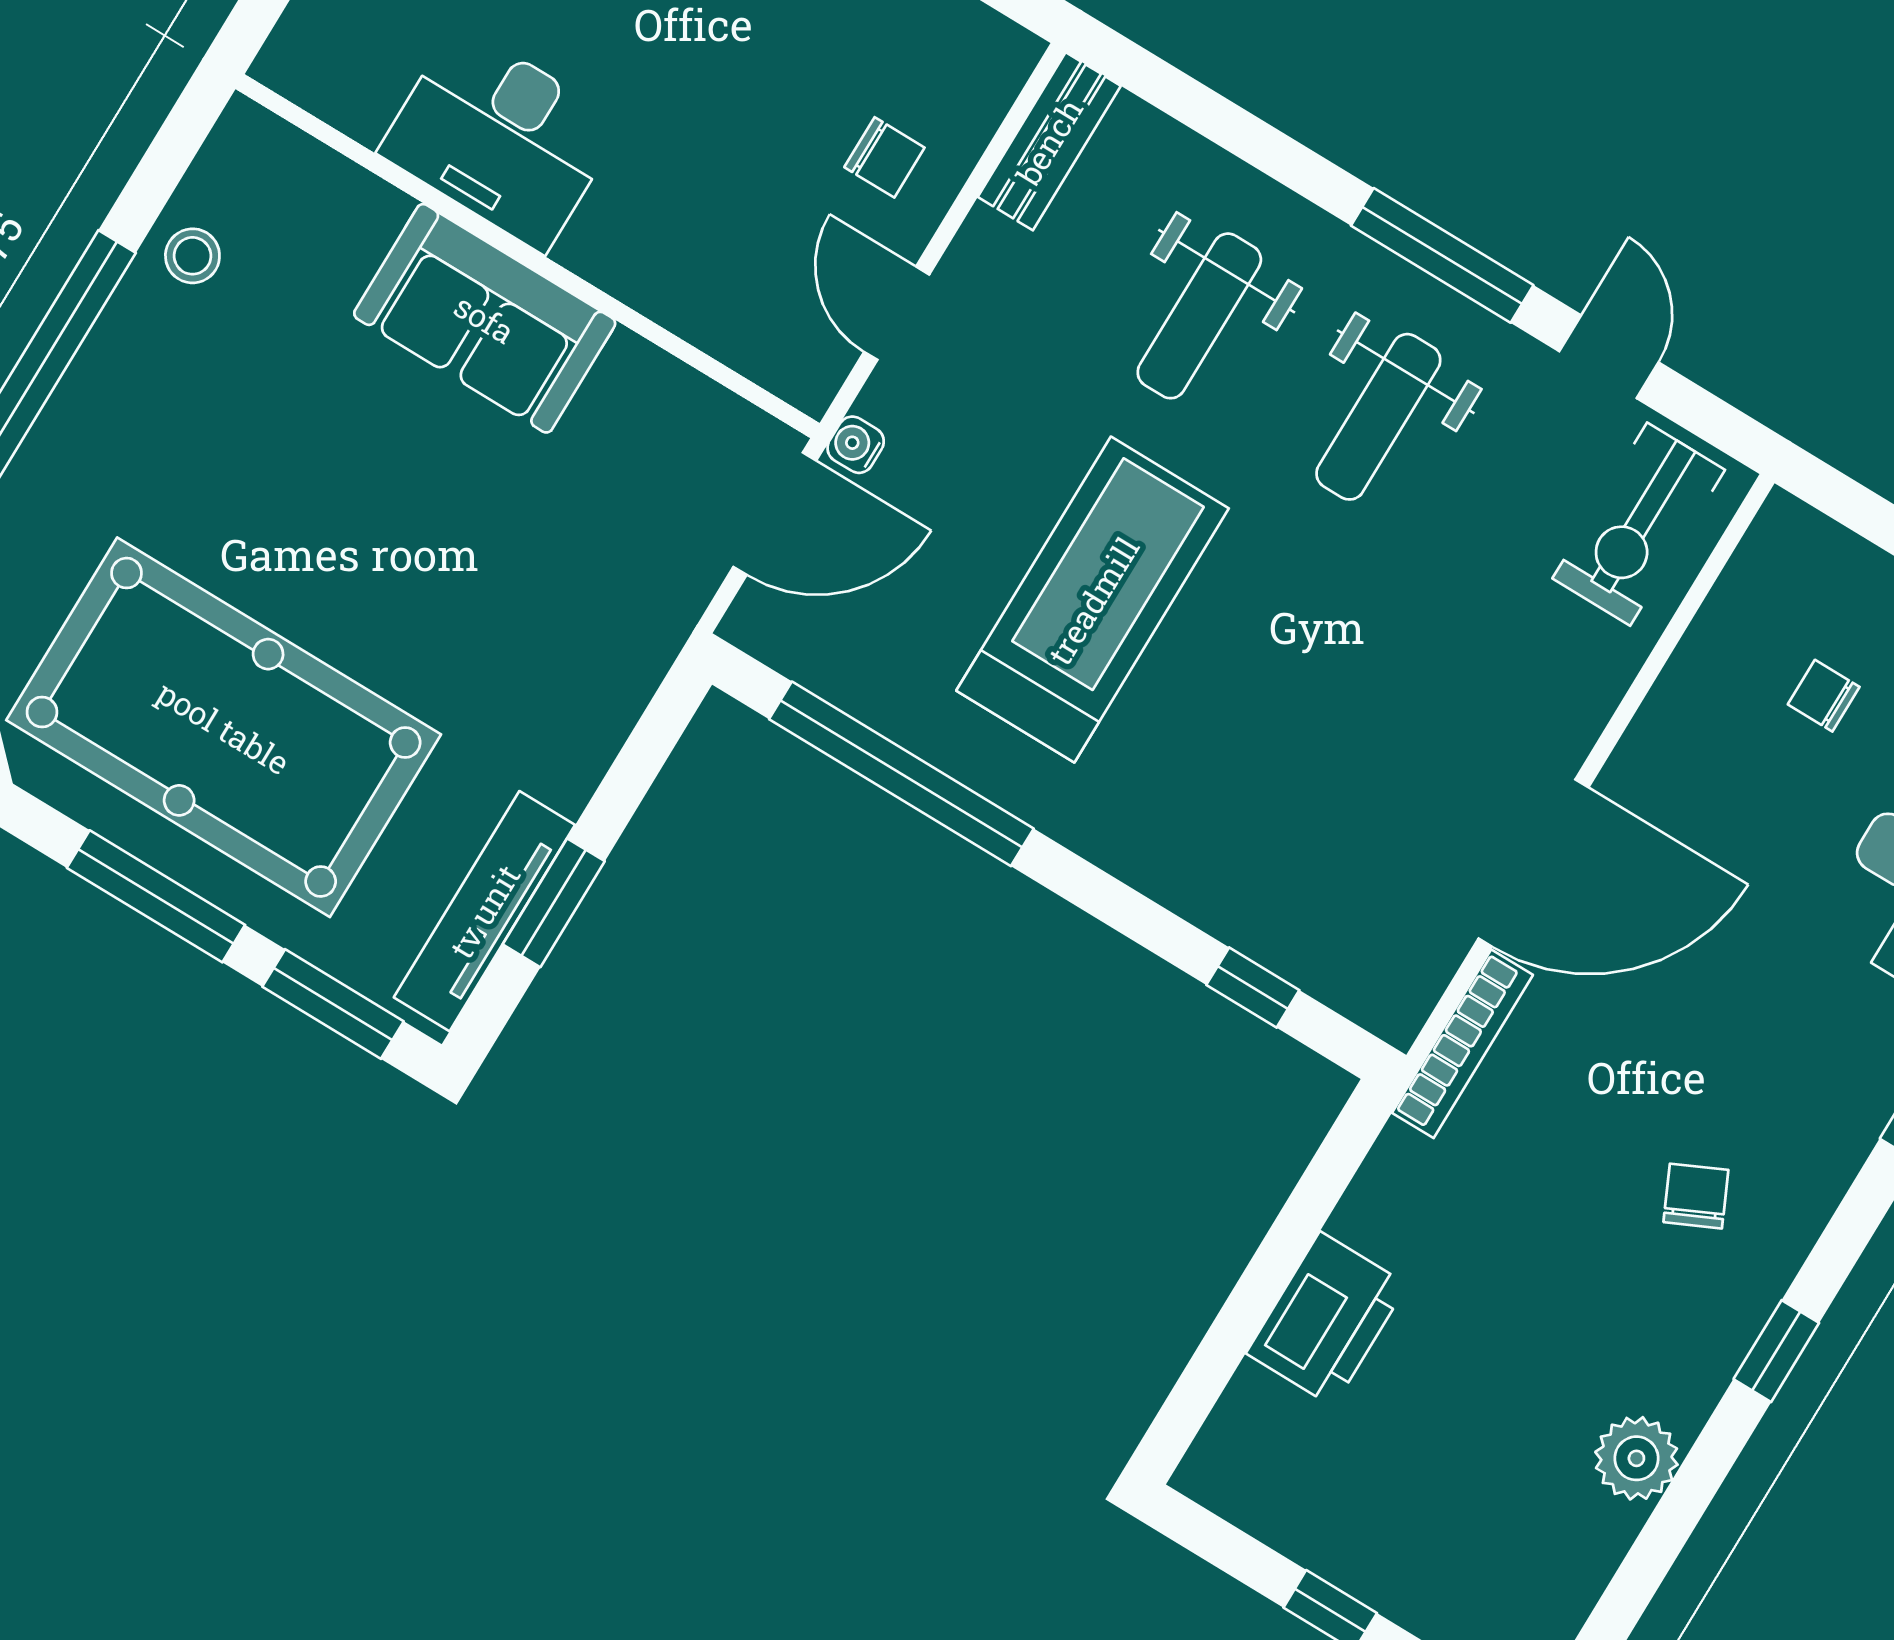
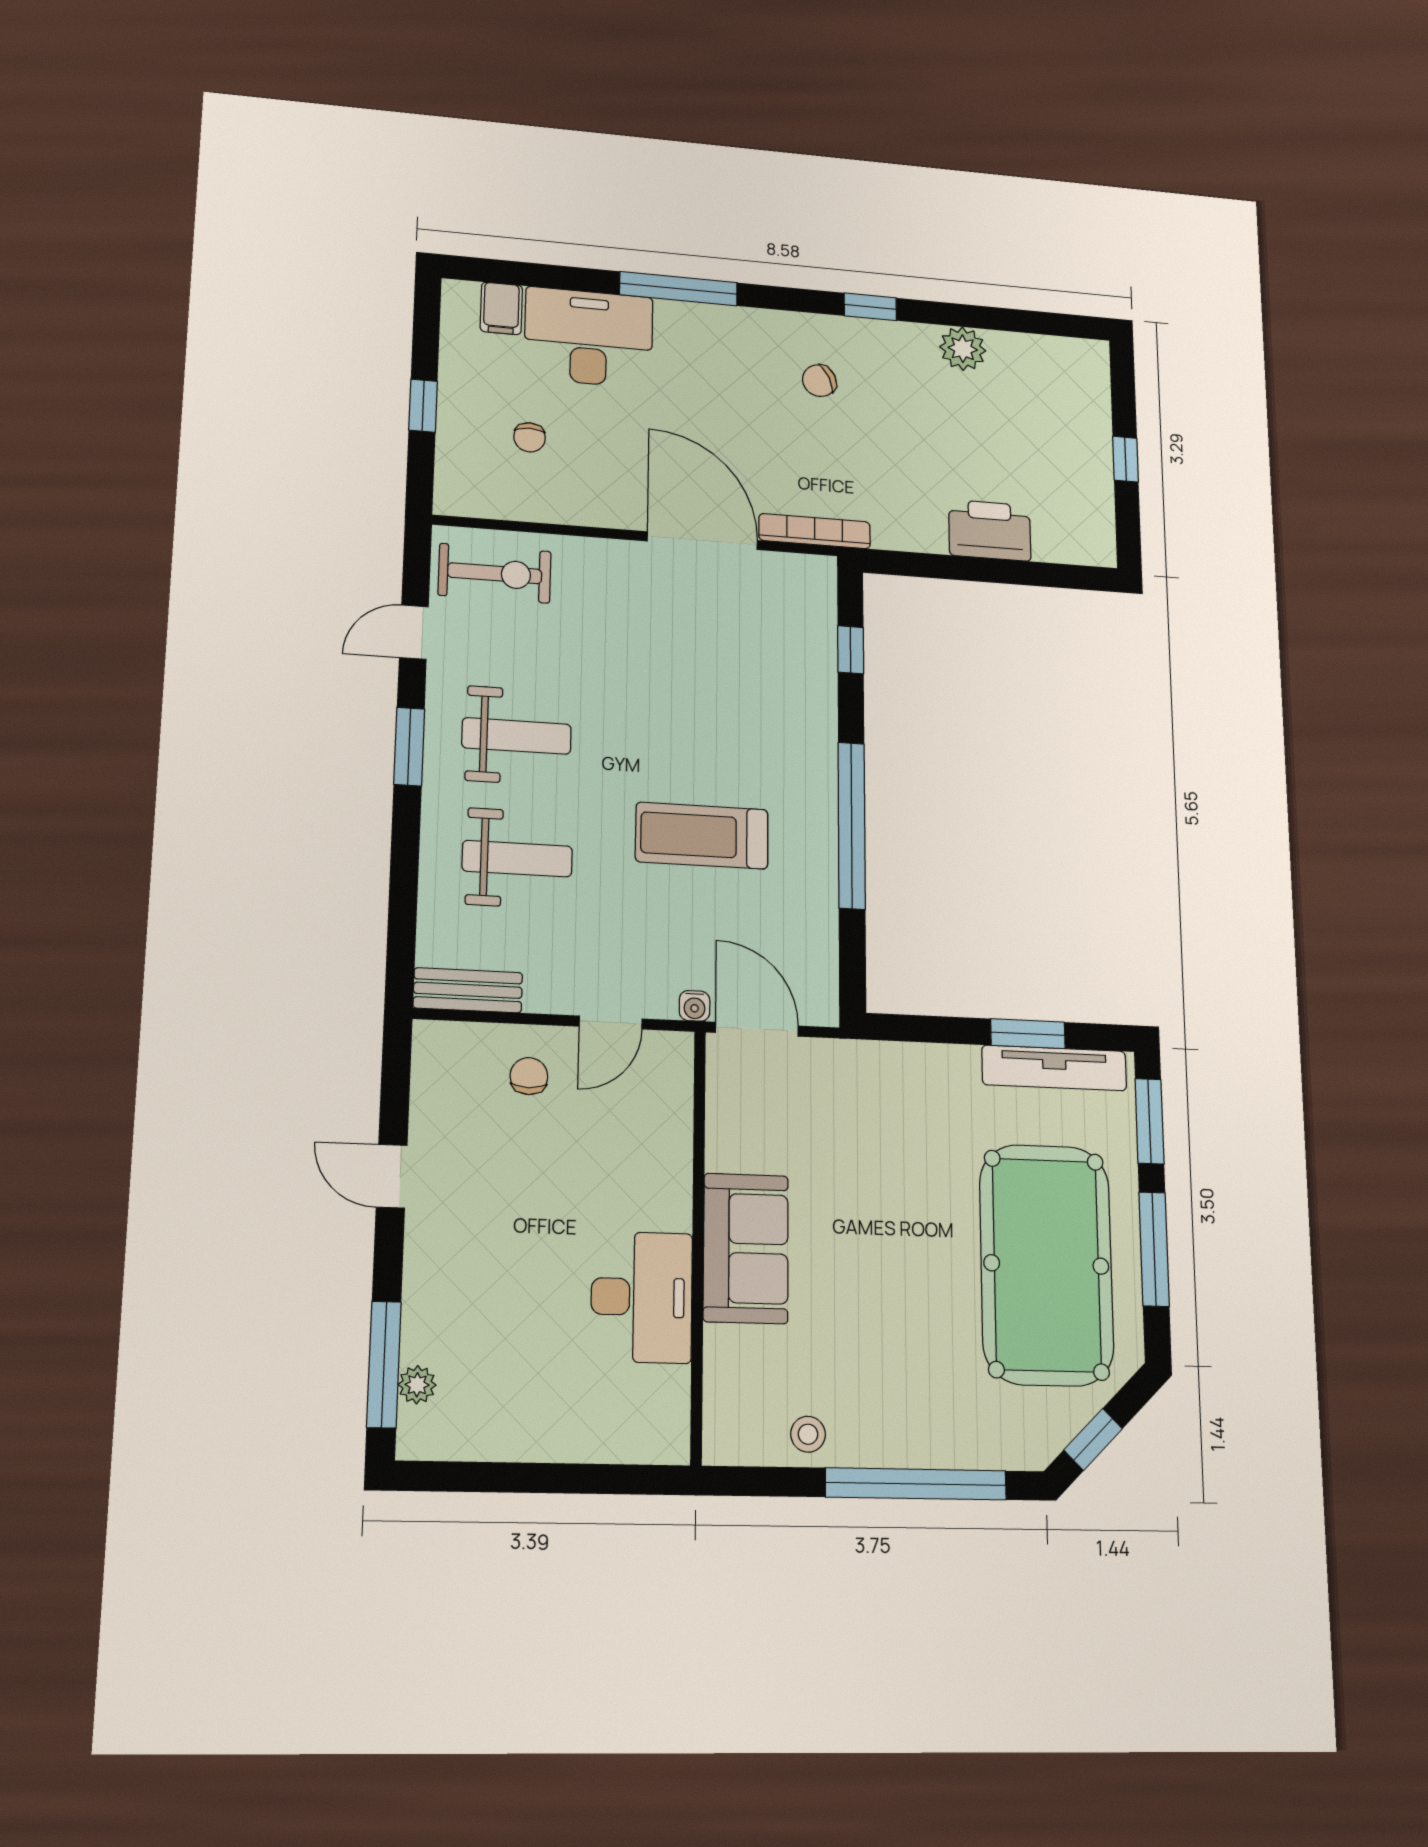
window: (1442, 255) -> (409, 747), width x0.69
treadmill: (1093, 600) -> (702, 836), width x0.73, depth x0.73
window: (901, 774) -> (852, 825), moved

